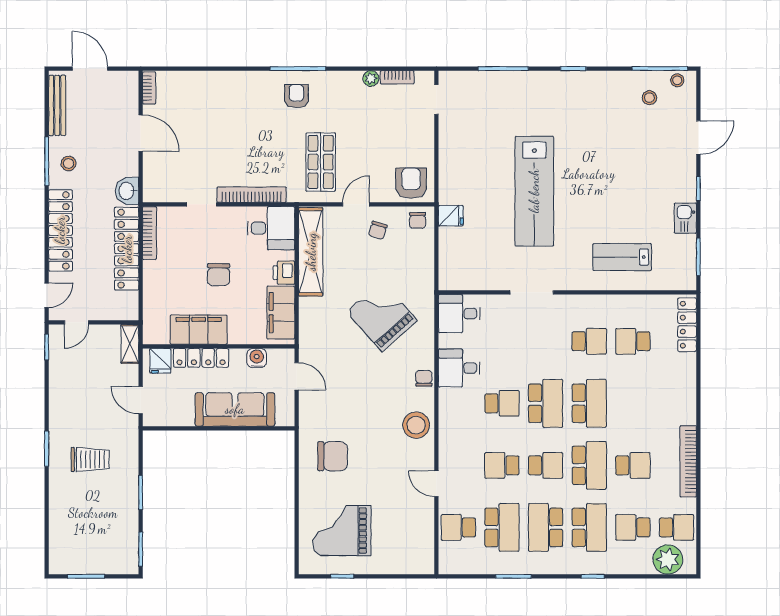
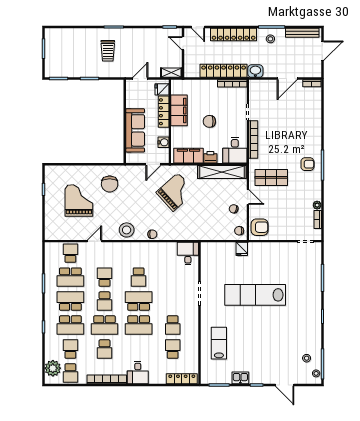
grand piano: (382, 316) -> (176, 192), moved
desk: (459, 368) -> (138, 373), moved, turned 180
school desk: (546, 403) -> (139, 301), turned 180
grand piano: (342, 531) -> (79, 200), moved

